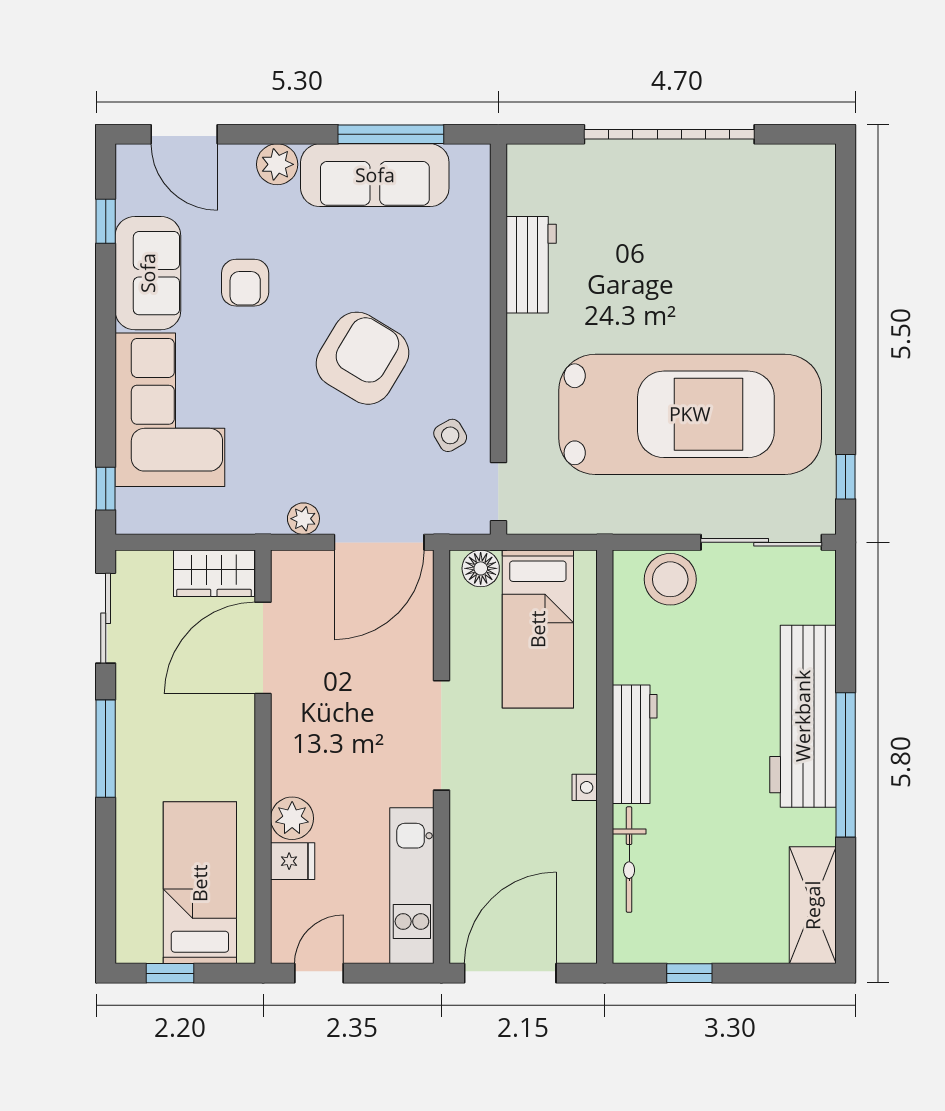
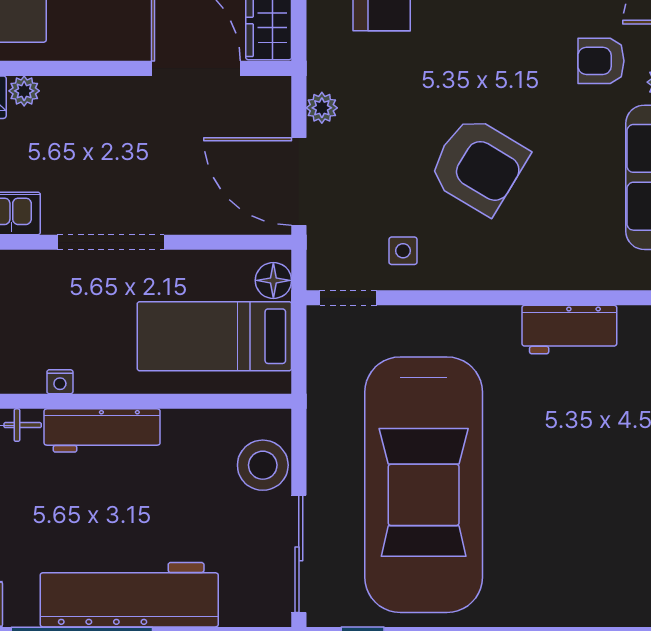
armchair: (245, 283) -> (601, 61), moved
side table: (450, 435) -> (403, 251), turned 30
plant: (292, 818) -> (24, 91), width x0.73, depth x0.73

